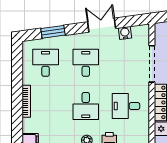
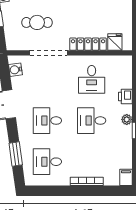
water cooler: (125, 33) -> (15, 70), moved
desk: (86, 106) -> (92, 121), turned 180

